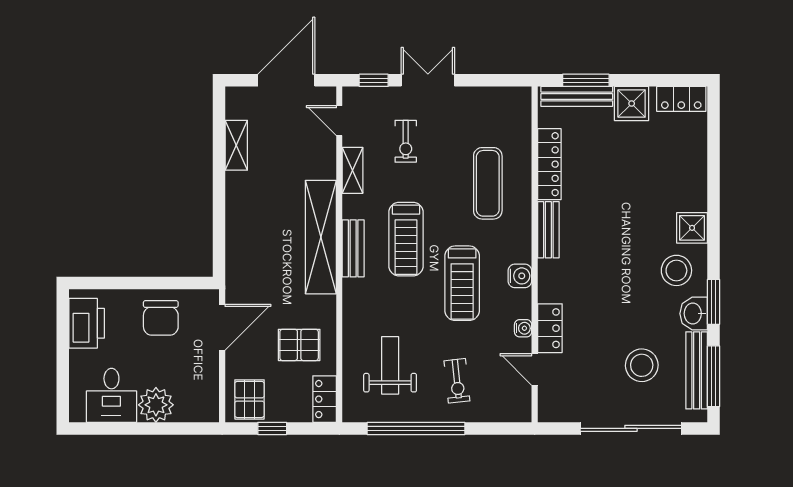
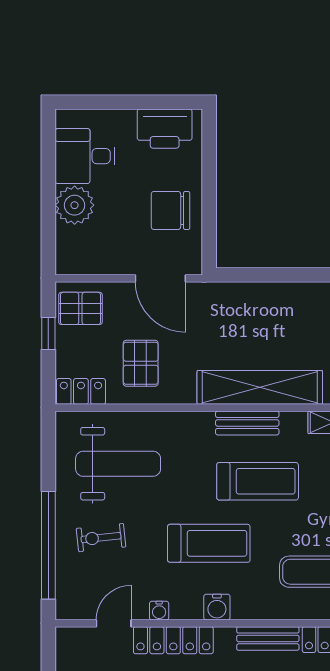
treadmill: (406, 239) -> (258, 481), turned 180
treadmill: (462, 283) -> (209, 543), turned 180
locker: (550, 328) -> (173, 640), width x1.53
weight bench: (390, 365) -> (118, 464), width x1.36, depth x1.33
window: (416, 428) -> (48, 545), moved

